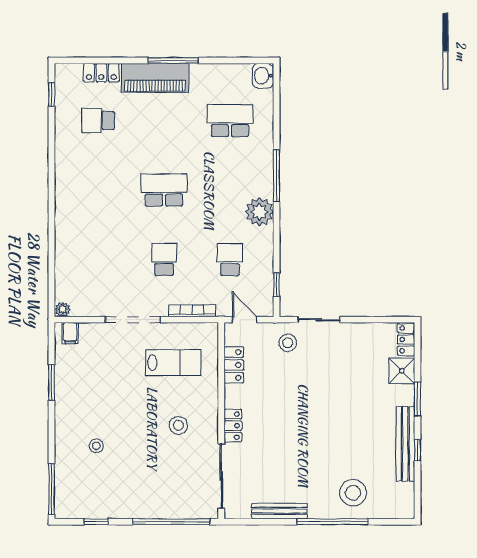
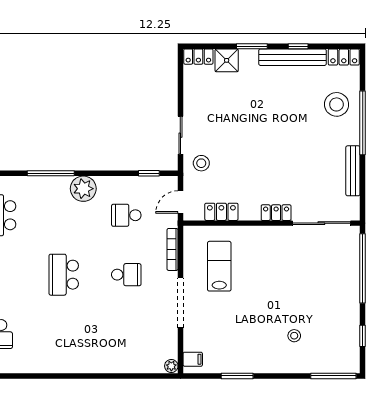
school desk: (164, 259) -> (126, 275), turned 180
stool: (178, 425) -> (276, 262), removed
locker: (406, 501) -> (344, 57), added

